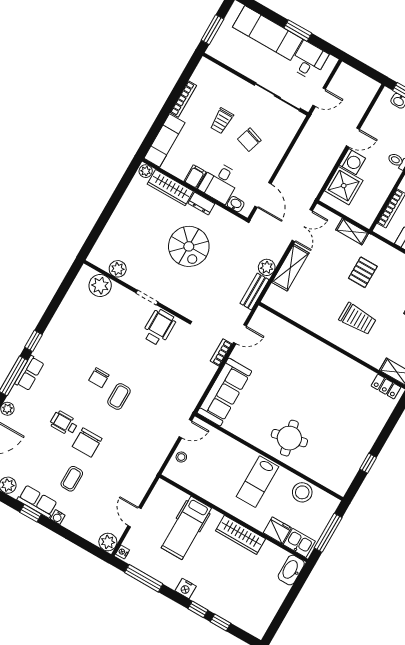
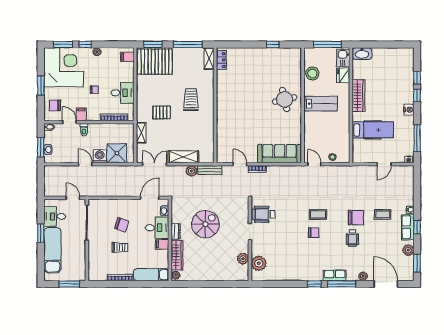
plant: (108, 542) -> (408, 172), removed

